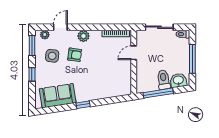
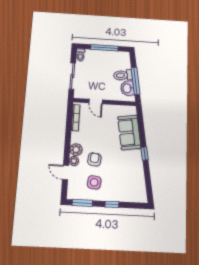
plant: (45, 35) -> (74, 161), moved
washbasin: (178, 80) -> (127, 88), moved
sofa: (58, 96) -> (129, 132), moved

